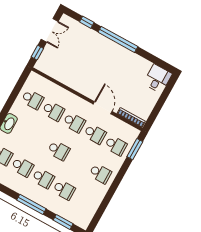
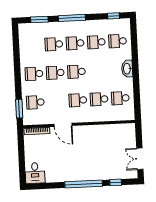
window: (37, 53) -> (139, 136), removed
school desk: (95, 134) -> (55, 73), moved

